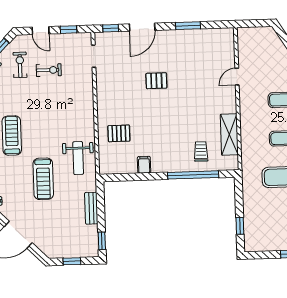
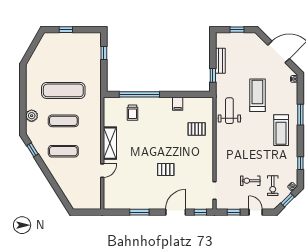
shelving: (229, 134) -> (110, 143), moved
bench: (91, 208) -> (220, 61), moved
window: (102, 241) -> (213, 75), moved

